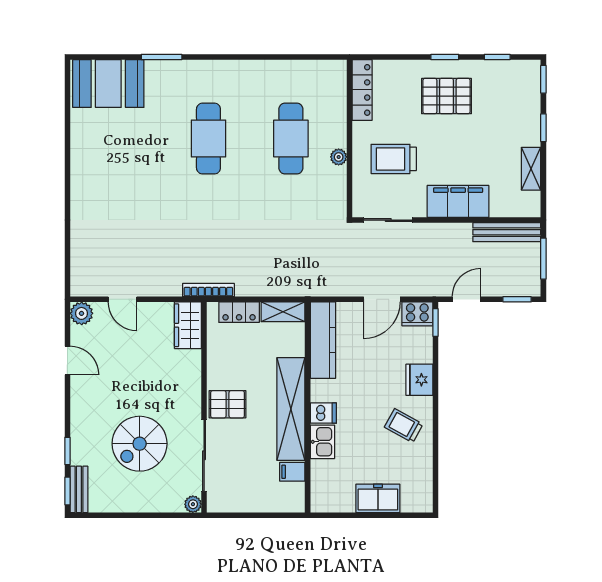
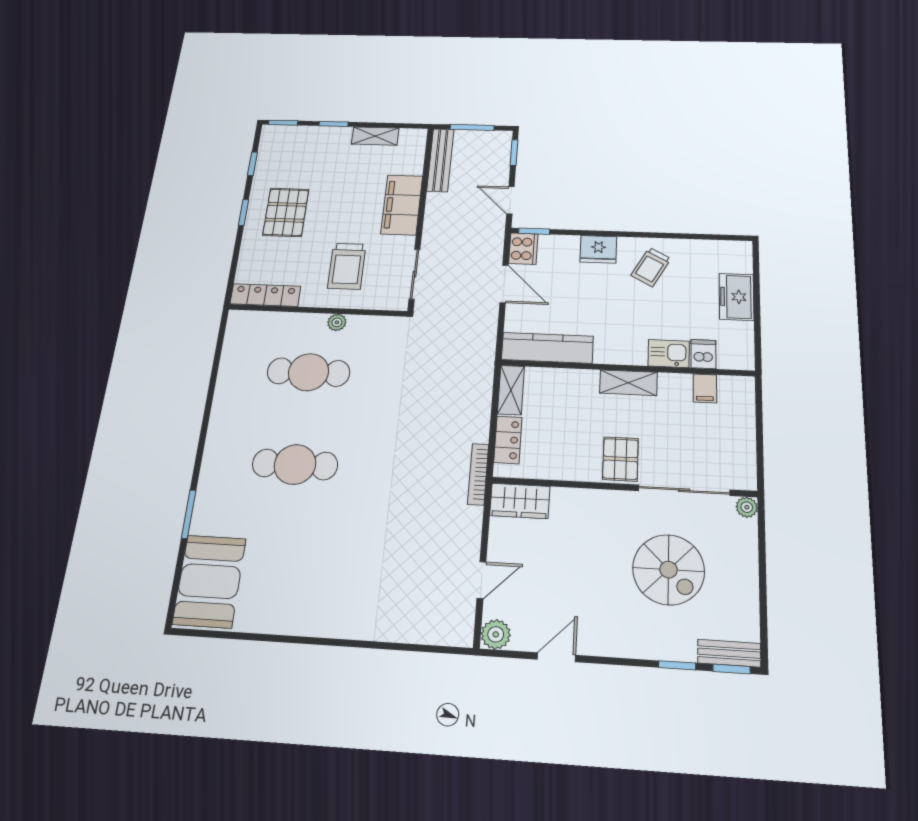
shelving: (291, 409) -> (628, 383), width x0.45, depth x0.75
dishwasher: (323, 413) -> (703, 354), moved

